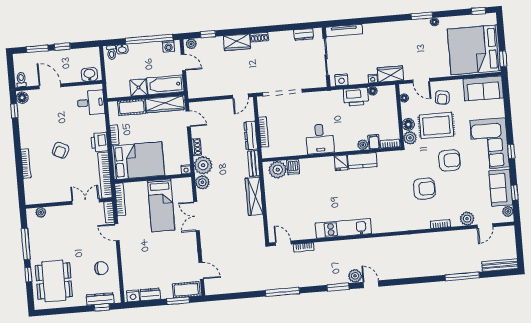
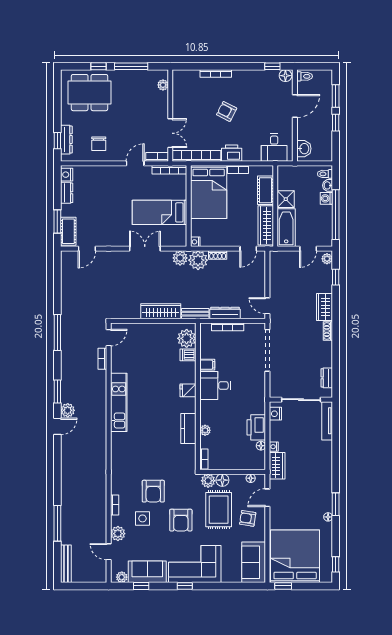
washing machine: (168, 46) -> (326, 198), moved
filing cabinet: (374, 142) -> (207, 365), moved
fridge: (341, 163) -> (188, 390), moved
side table: (451, 197) -> (142, 518), added

